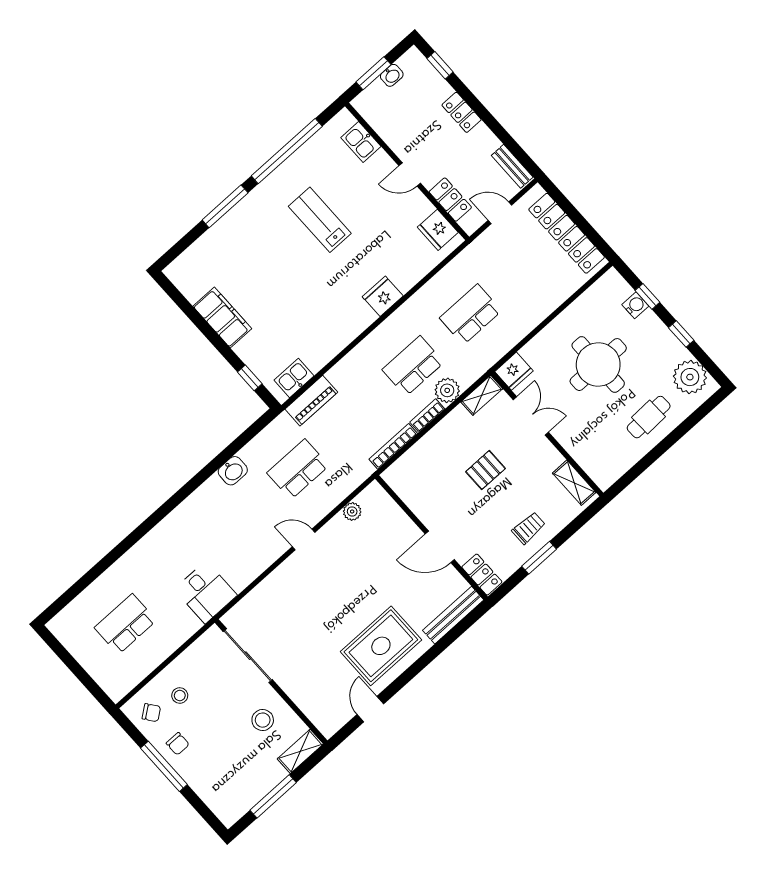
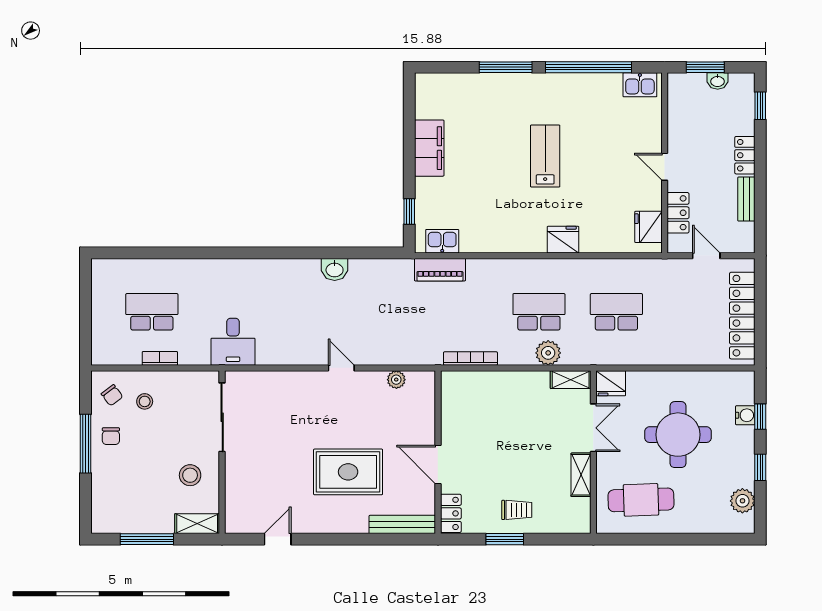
kitchen sink: (361, 142) -> (640, 85), moved, turned -90
bench: (512, 166) -> (746, 199), moved
lab bench: (320, 220) -> (545, 156), moved
plant: (690, 377) -> (742, 501), width x0.73, depth x0.73
bookcase: (427, 416) -> (160, 358), moved
cafe table: (649, 417) -> (641, 500), moved, width x1.37, depth x1.35
school desk: (298, 469) -> (384, 312), removed
pallet: (485, 470) -> (523, 438), removed
shelving: (574, 483) -> (581, 475), moved
rug: (381, 646) -> (348, 472), moved

